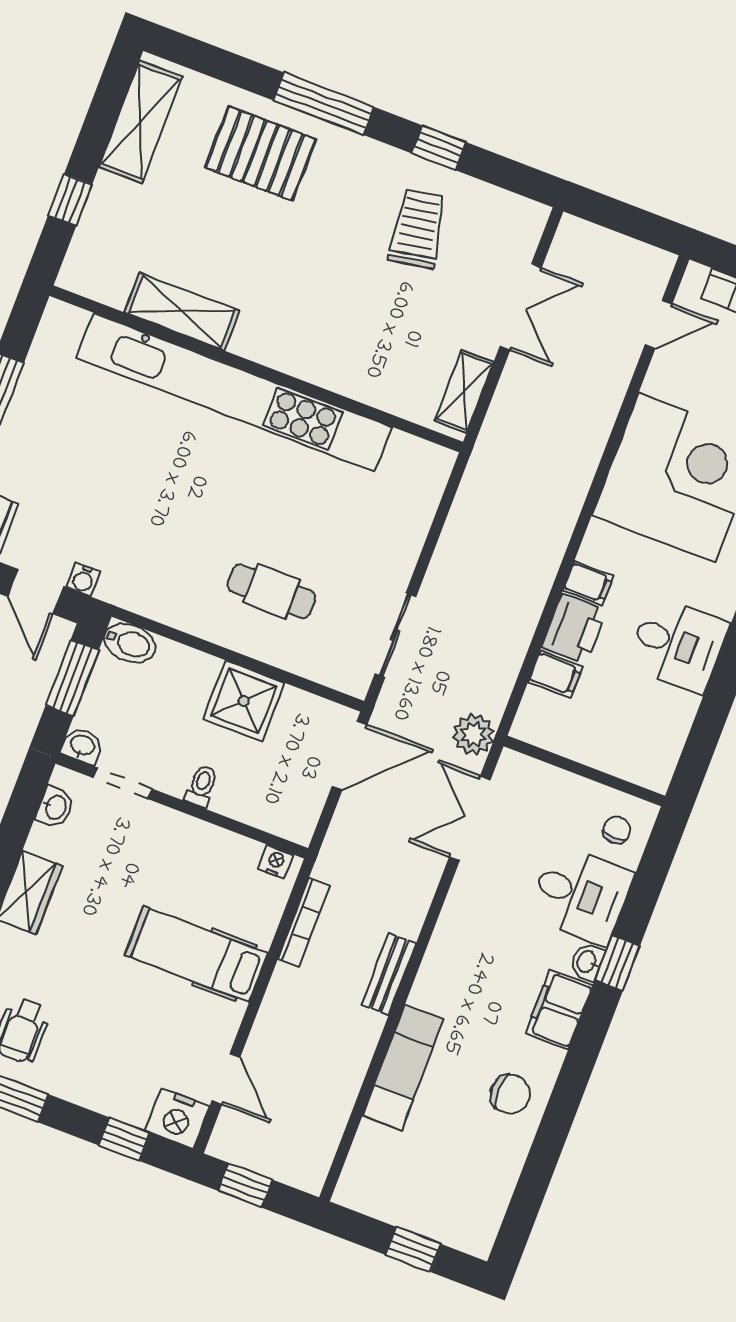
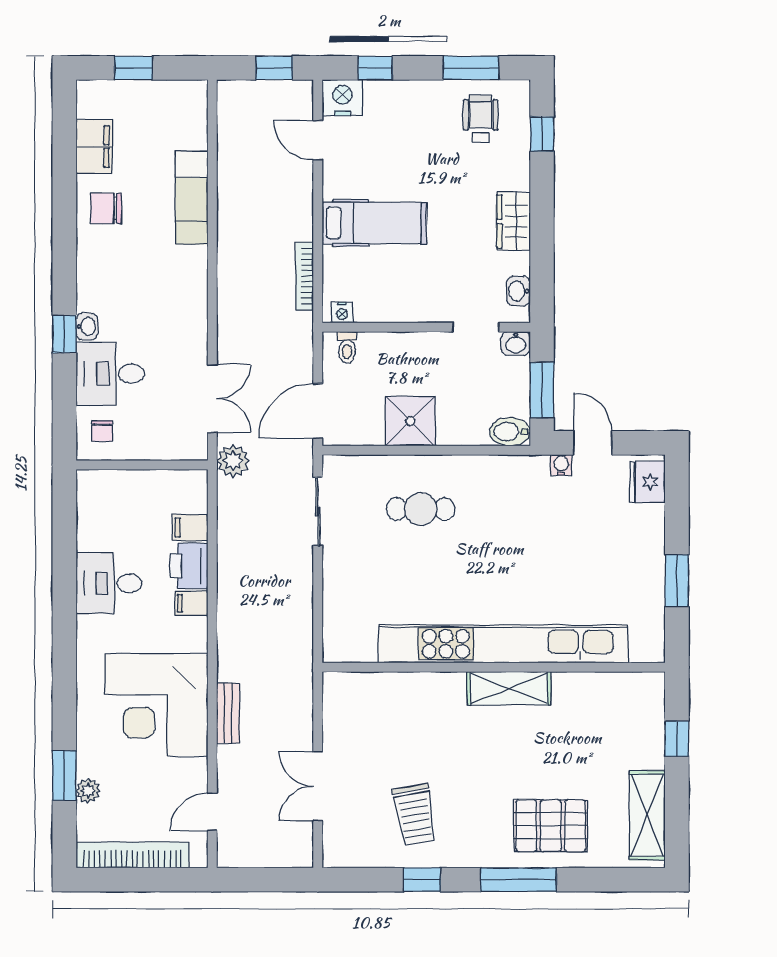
shelving: (182, 312) -> (509, 688), moved
shelving: (464, 391) -> (336, 709), removed
toilet: (202, 786) -> (347, 347), moved
bench: (389, 974) -> (228, 713), moved
filing cabinet: (559, 1009) -> (94, 147), moved

